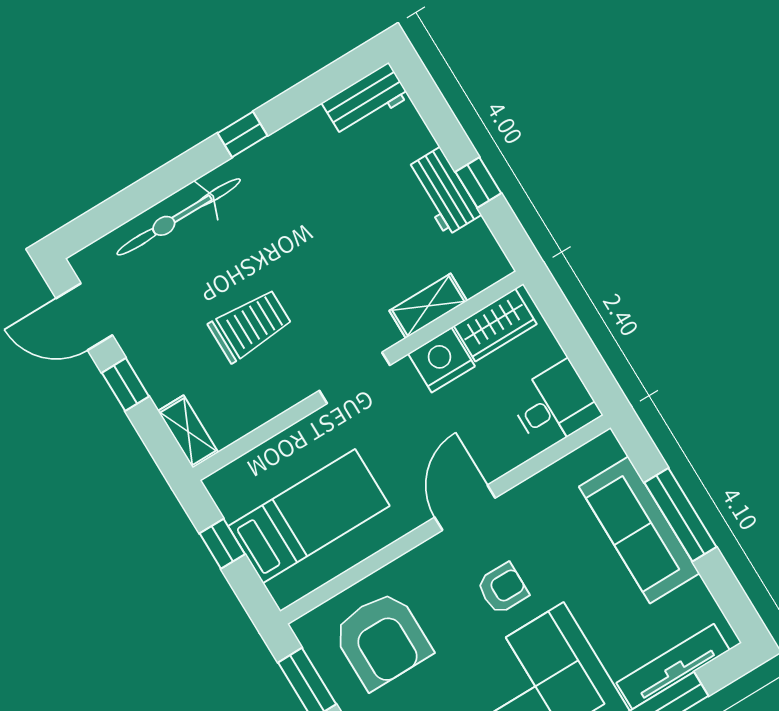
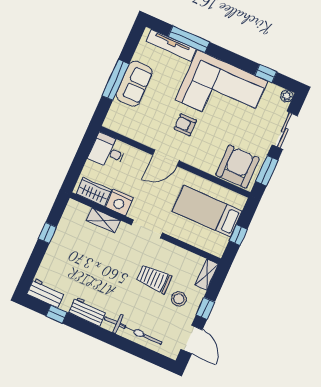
window: (243, 134) -> (57, 314), moved
workbench: (443, 191) -> (88, 312), moved, turned -90
stool: (179, 346) -> (179, 299), added
sofa: (639, 530) -> (134, 84), width x0.73
armchair: (382, 640) -> (238, 167), moved

